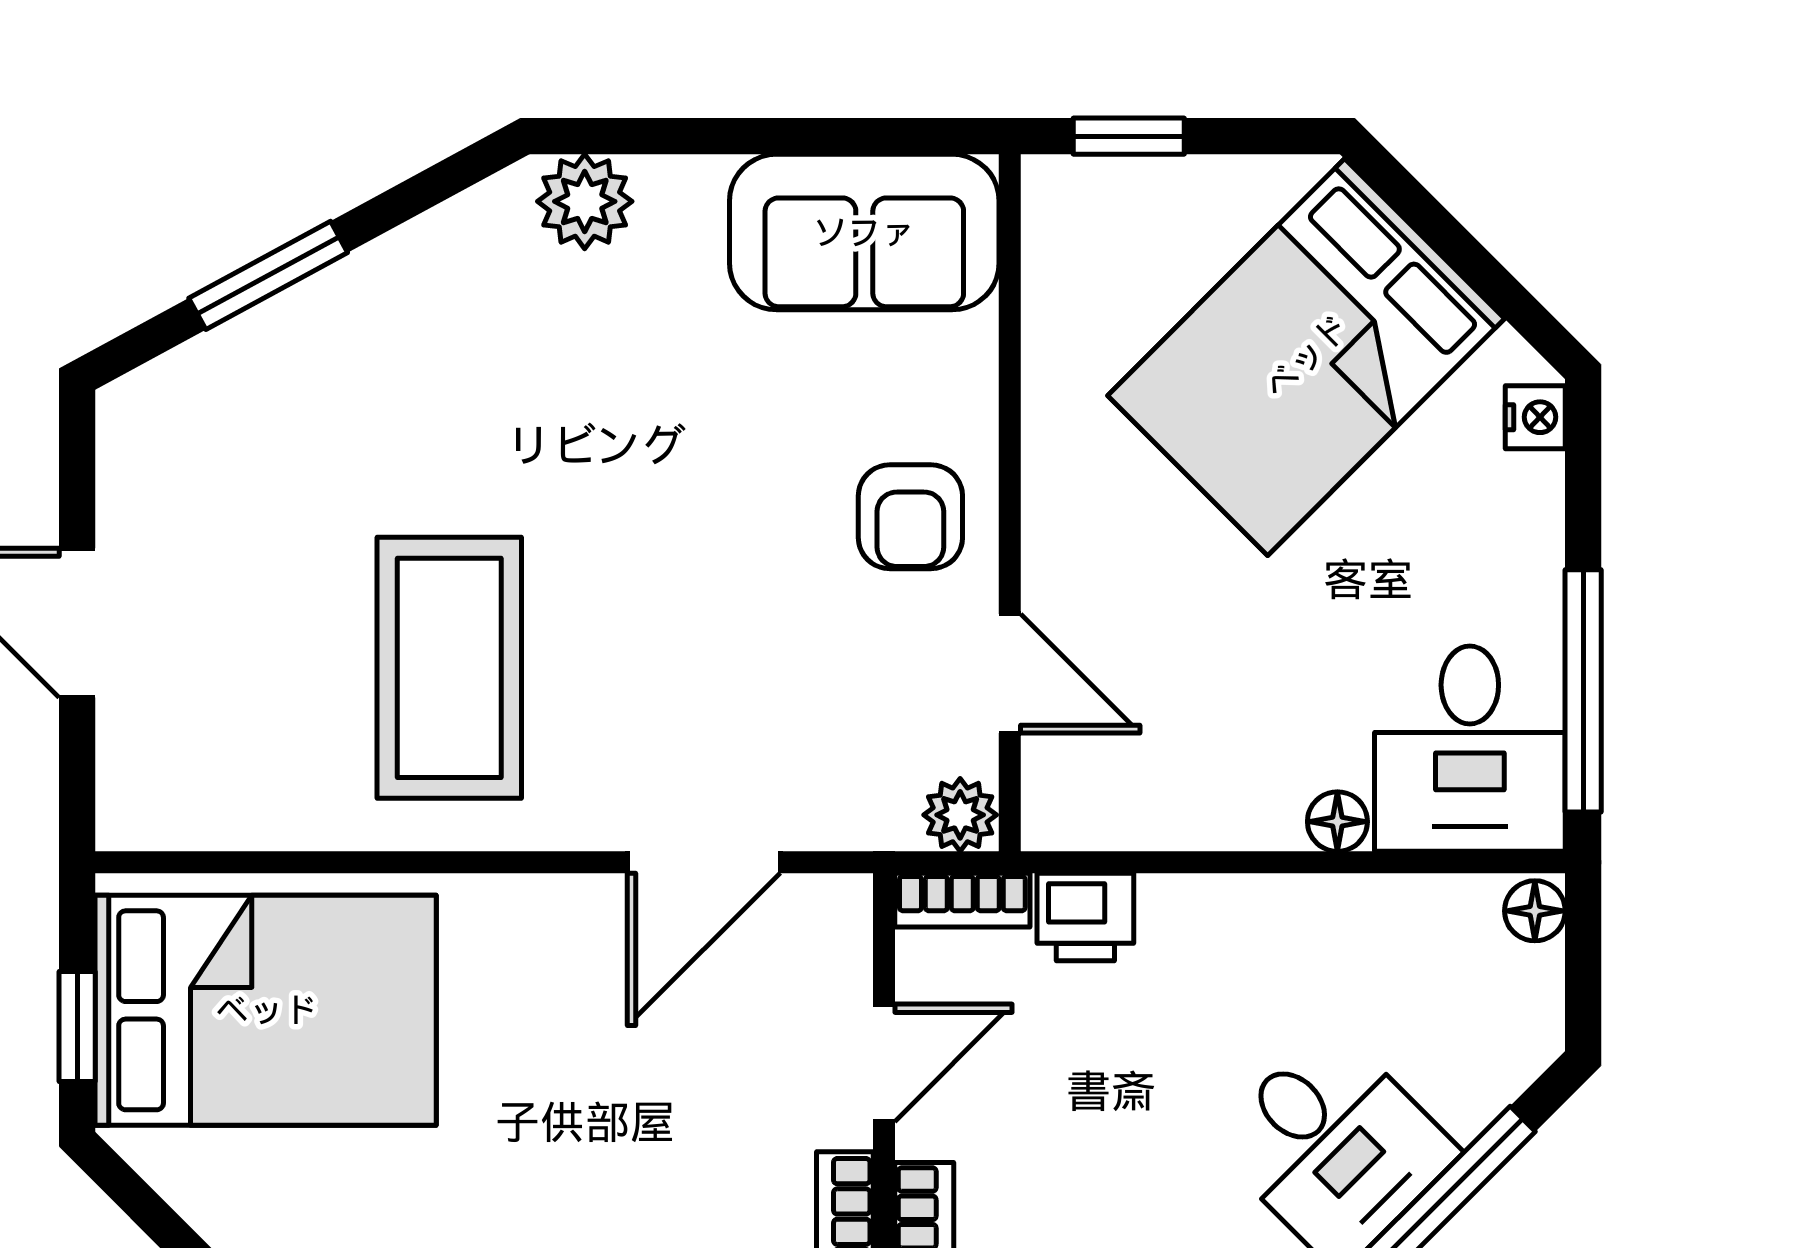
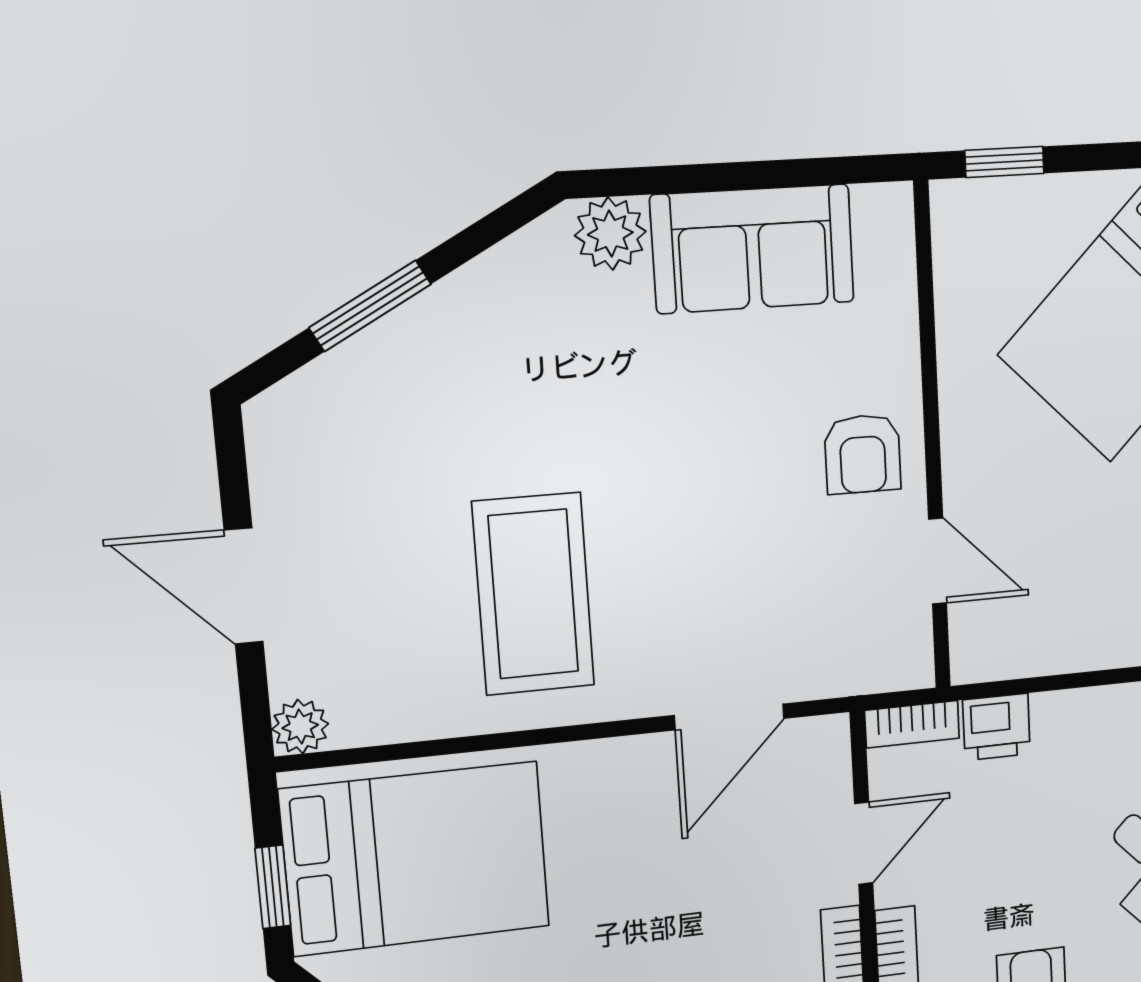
sofa: (864, 232) -> (753, 249), moved
plant: (960, 815) -> (300, 727), moved

